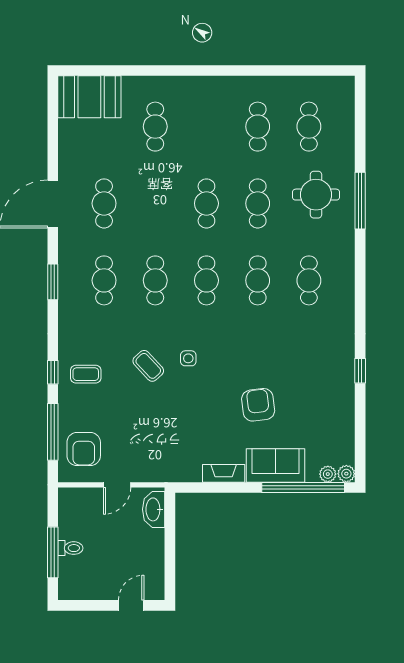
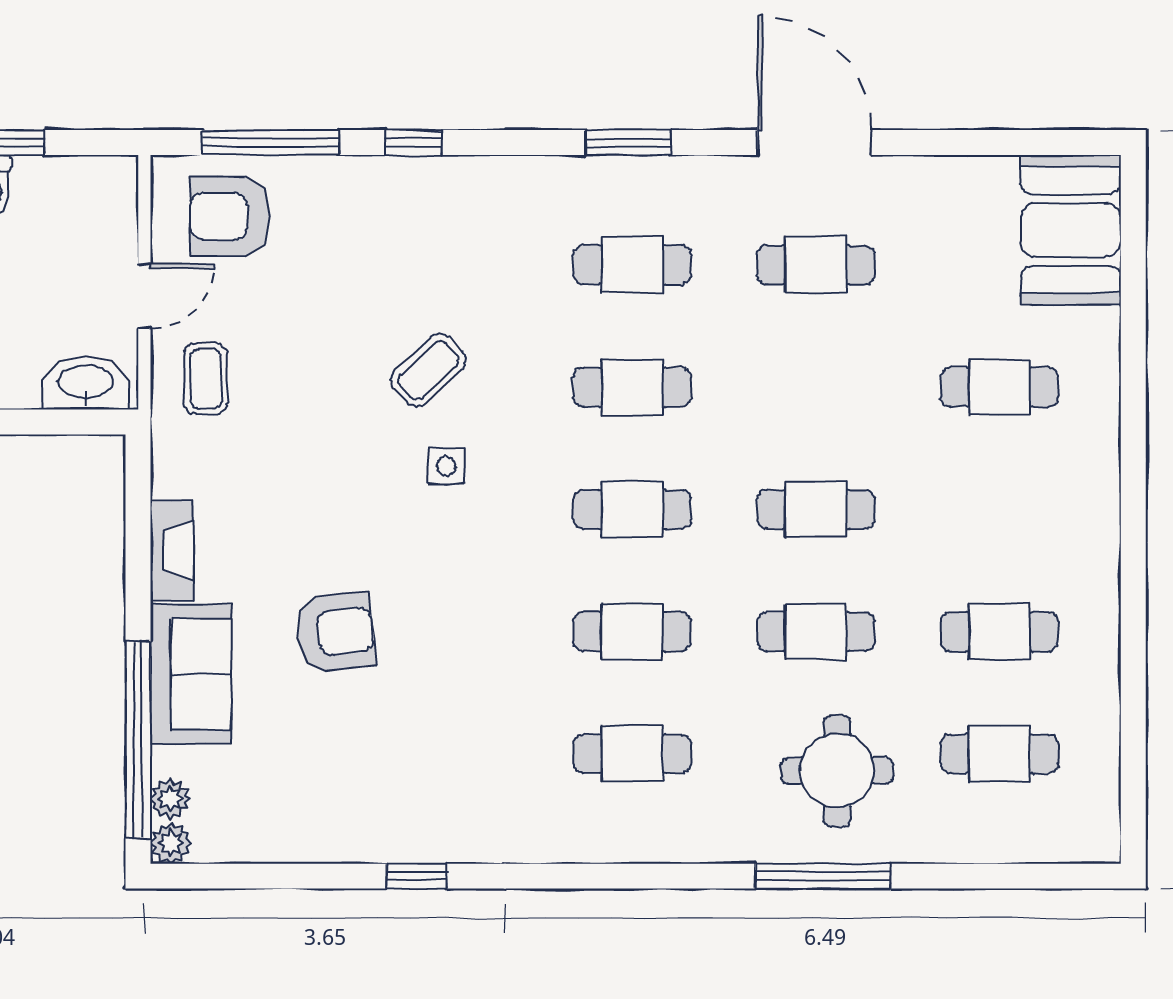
coffee table: (86, 374) -> (206, 379), moved
door: (117, 485) -> (144, 296), swing flipped

